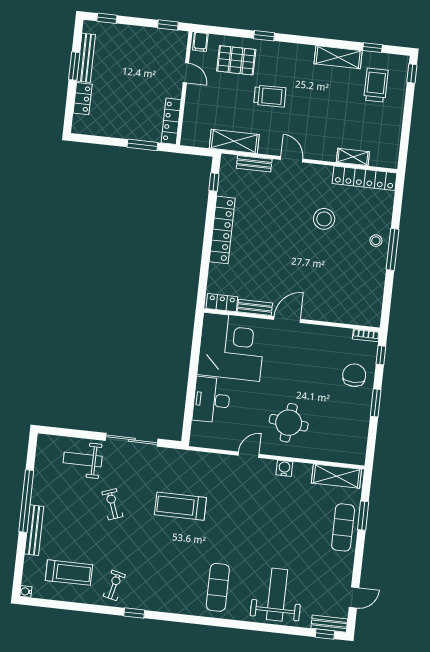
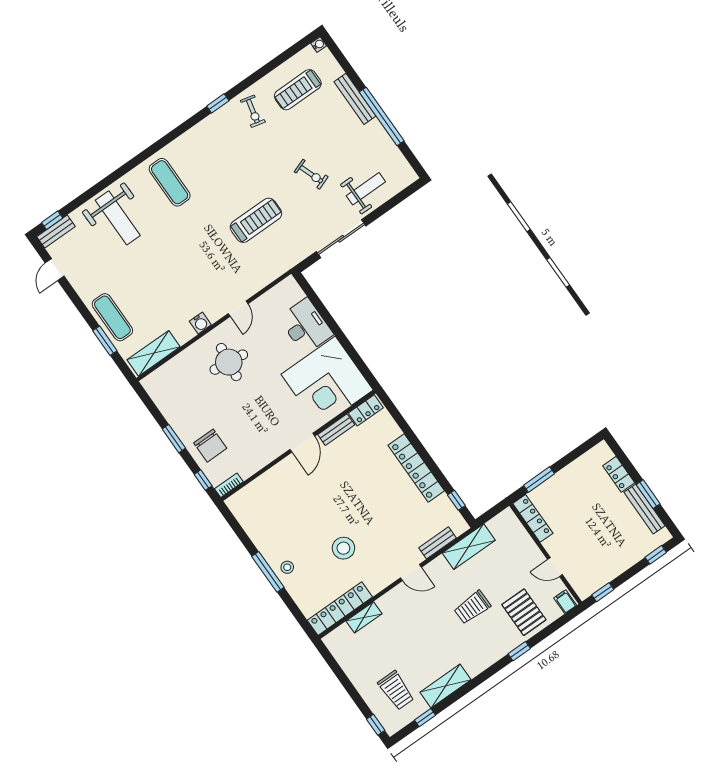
pallet: (236, 60) -> (524, 612), turned 90

